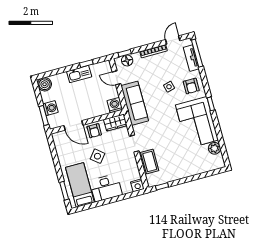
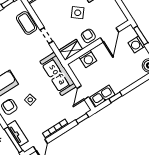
floor lamp: (127, 60) -> (78, 112), removed
kitchen sink: (79, 74) -> (102, 96), moved
door: (116, 78) -> (83, 93), swing flipped
washing machine: (115, 105) -> (88, 59), moved
door: (73, 125) -> (110, 35), swing flipped

